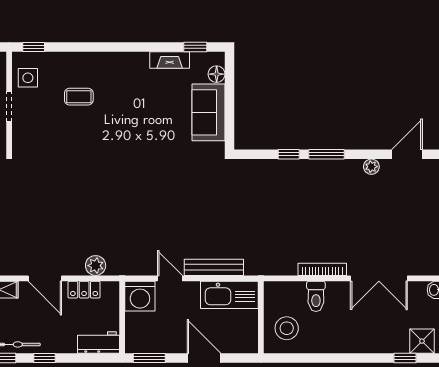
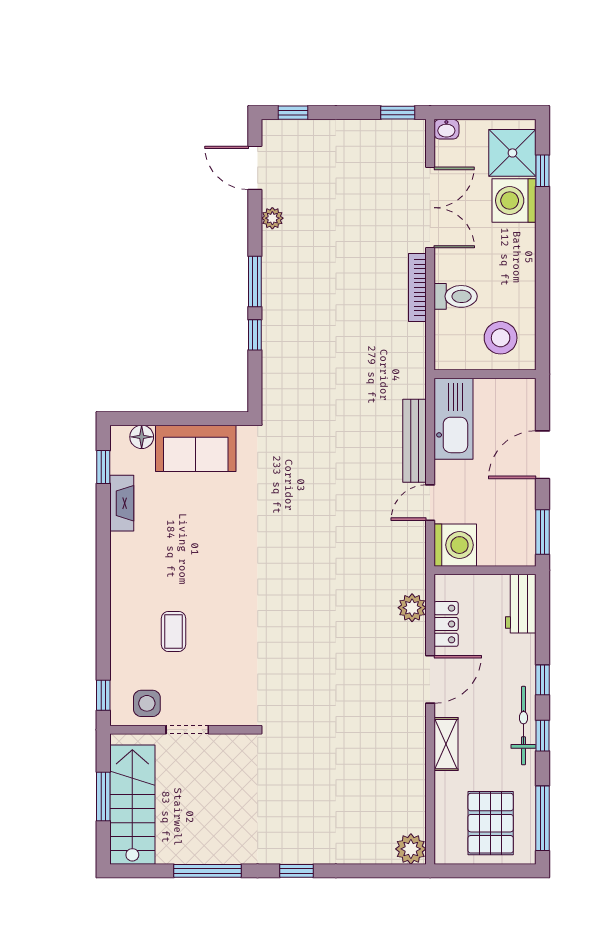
washing machine: (384, 338) -> (514, 201), added
shower: (422, 341) -> (512, 153), width x1.36, depth x1.36

